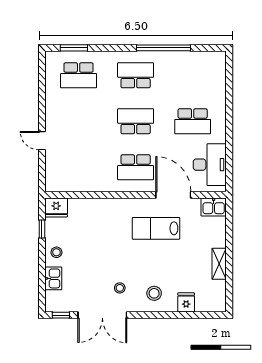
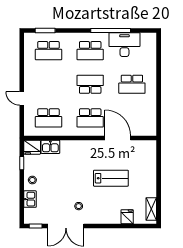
school desk: (136, 75) -> (90, 51), turned 180
desk: (210, 165) -> (124, 45), moved, turned -90
school desk: (79, 167) -> (48, 118), added
kitchen sink: (214, 207) -> (50, 147), moved
lab bench: (156, 228) -> (111, 178), moved, turned 180
shelving: (219, 264) -> (151, 209), moved
stool: (154, 293) -> (104, 210), removed

